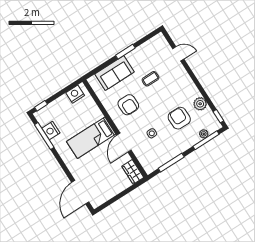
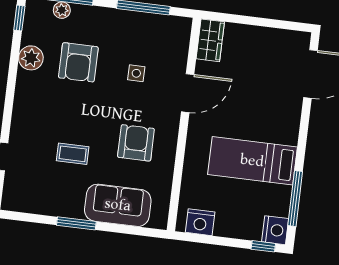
nightstand: (51, 131) -> (275, 230), moved
bed: (91, 138) -> (252, 161), moved, turned 180

